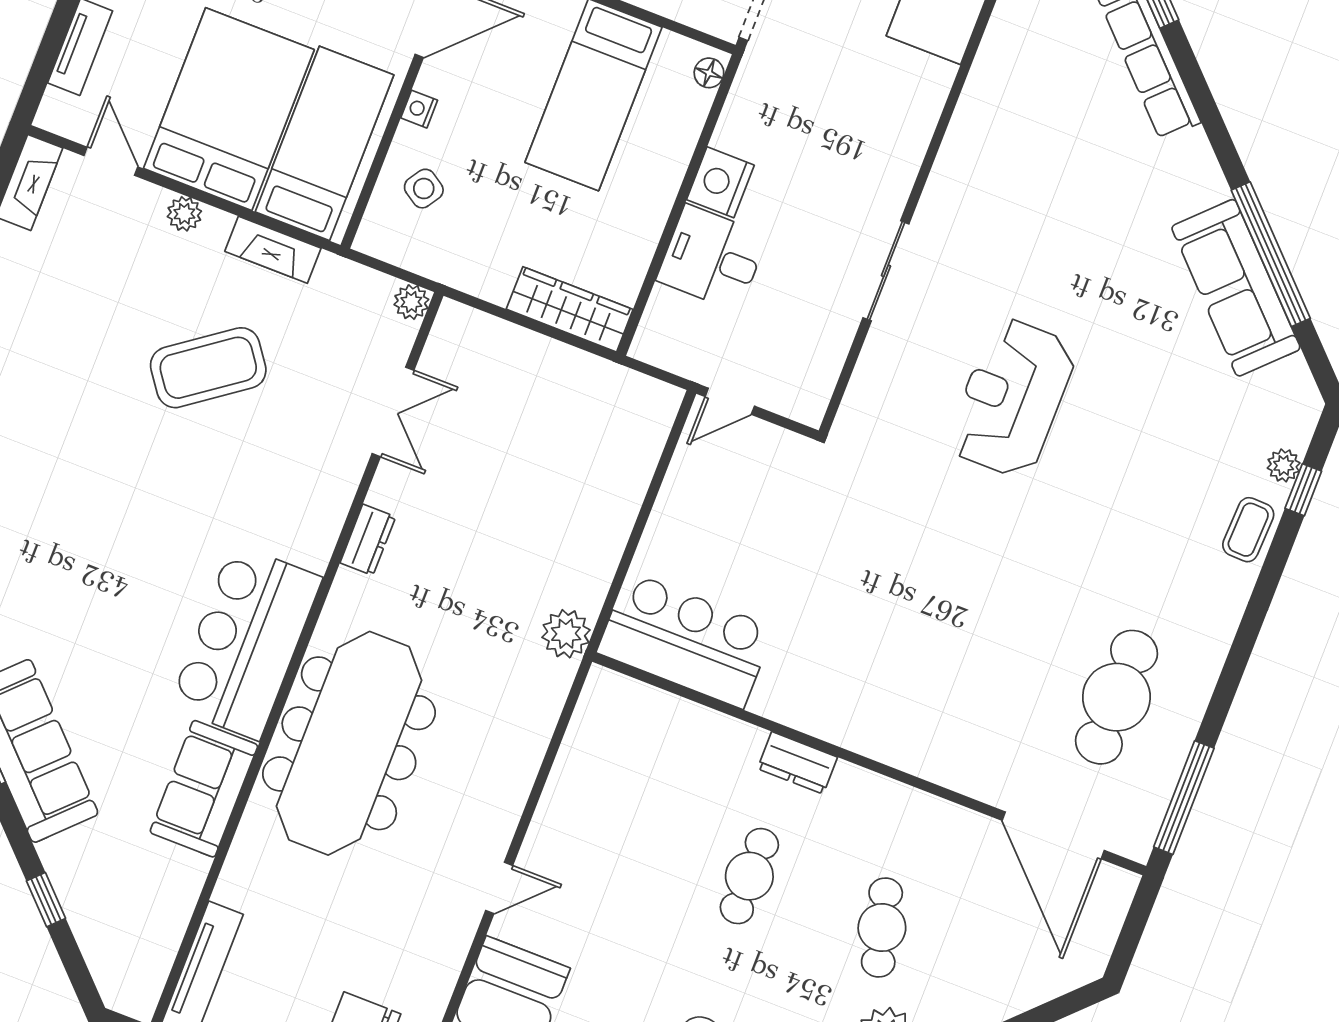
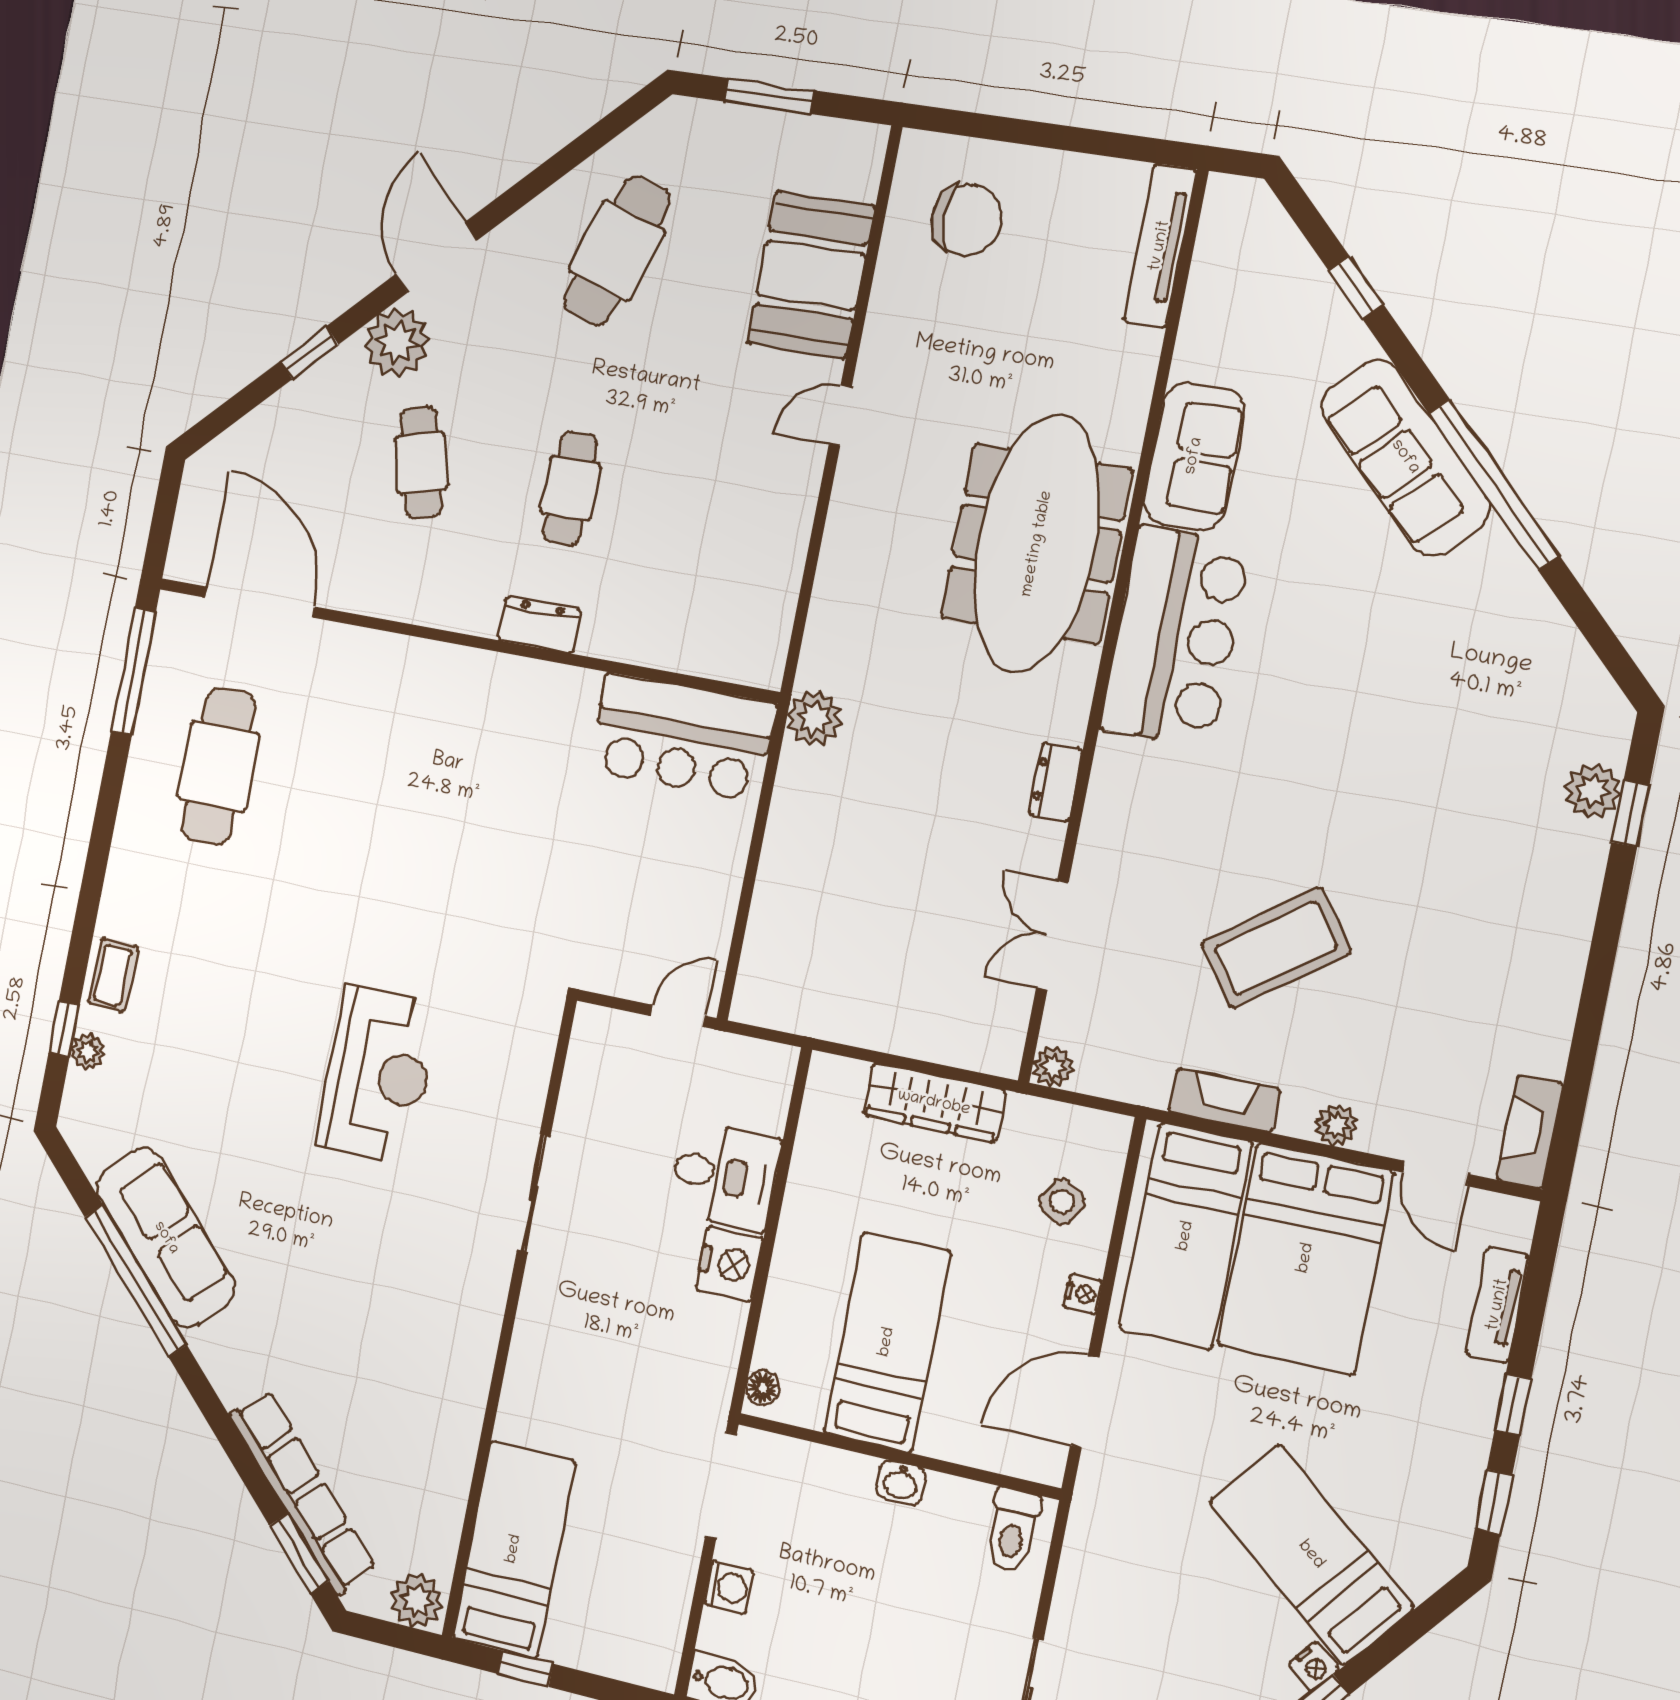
wardrobe: (570, 309) -> (934, 1103), moved

